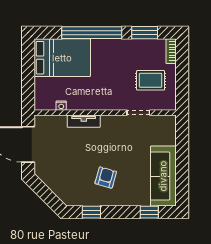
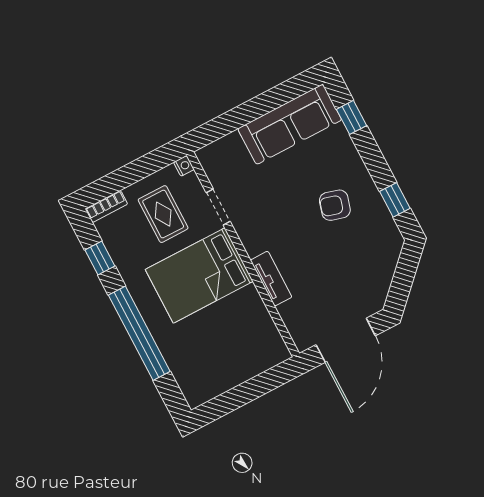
window: (145, 33) -> (100, 258), width x0.67
bed: (62, 58) -> (199, 275), moved, turned -90
nightstand: (61, 106) -> (184, 166), moved

